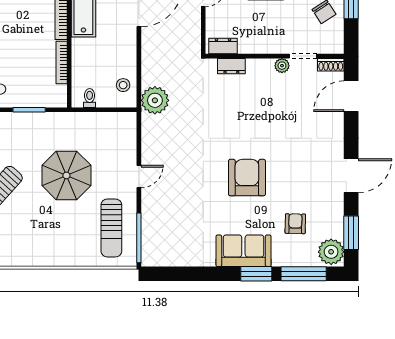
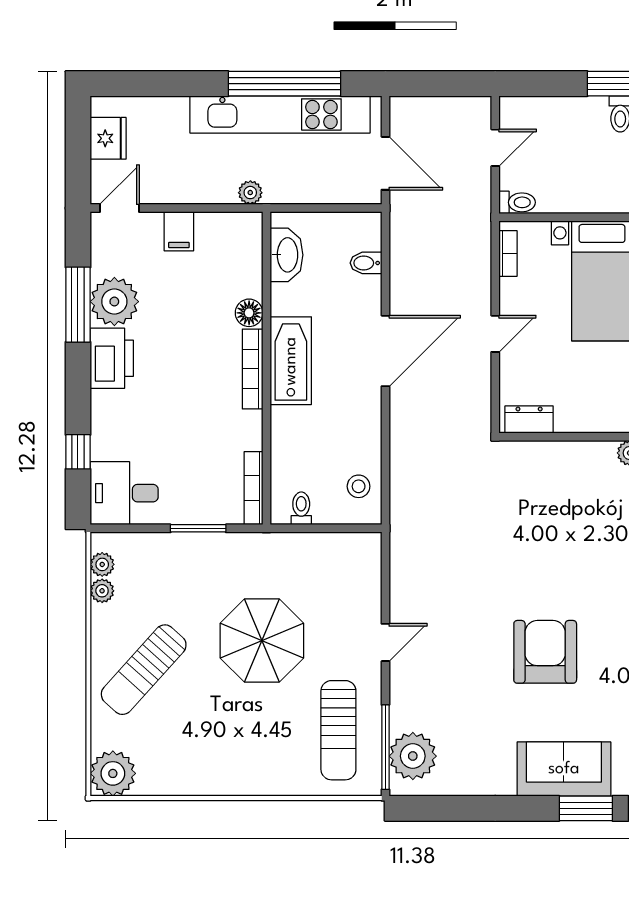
bookcase: (62, 63) -> (253, 488), moved
dresser: (231, 66) -> (543, 454), removed
plant: (155, 100) -> (413, 756), moved
armchair: (247, 178) -> (545, 652), moved

